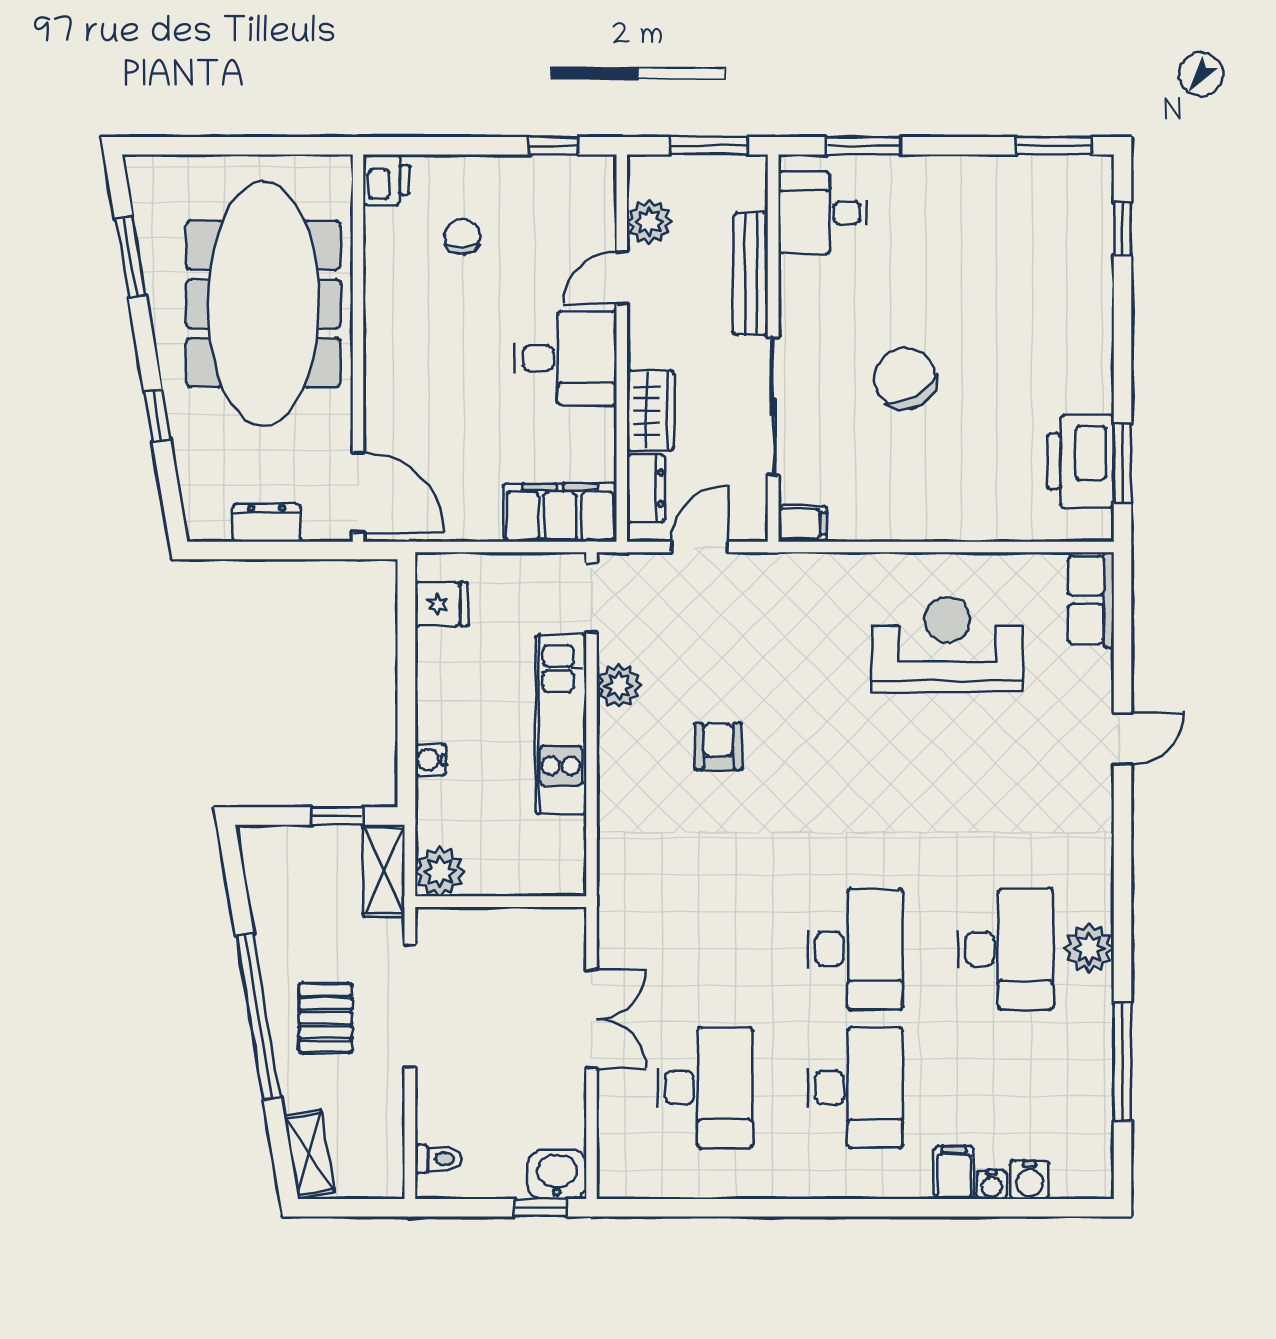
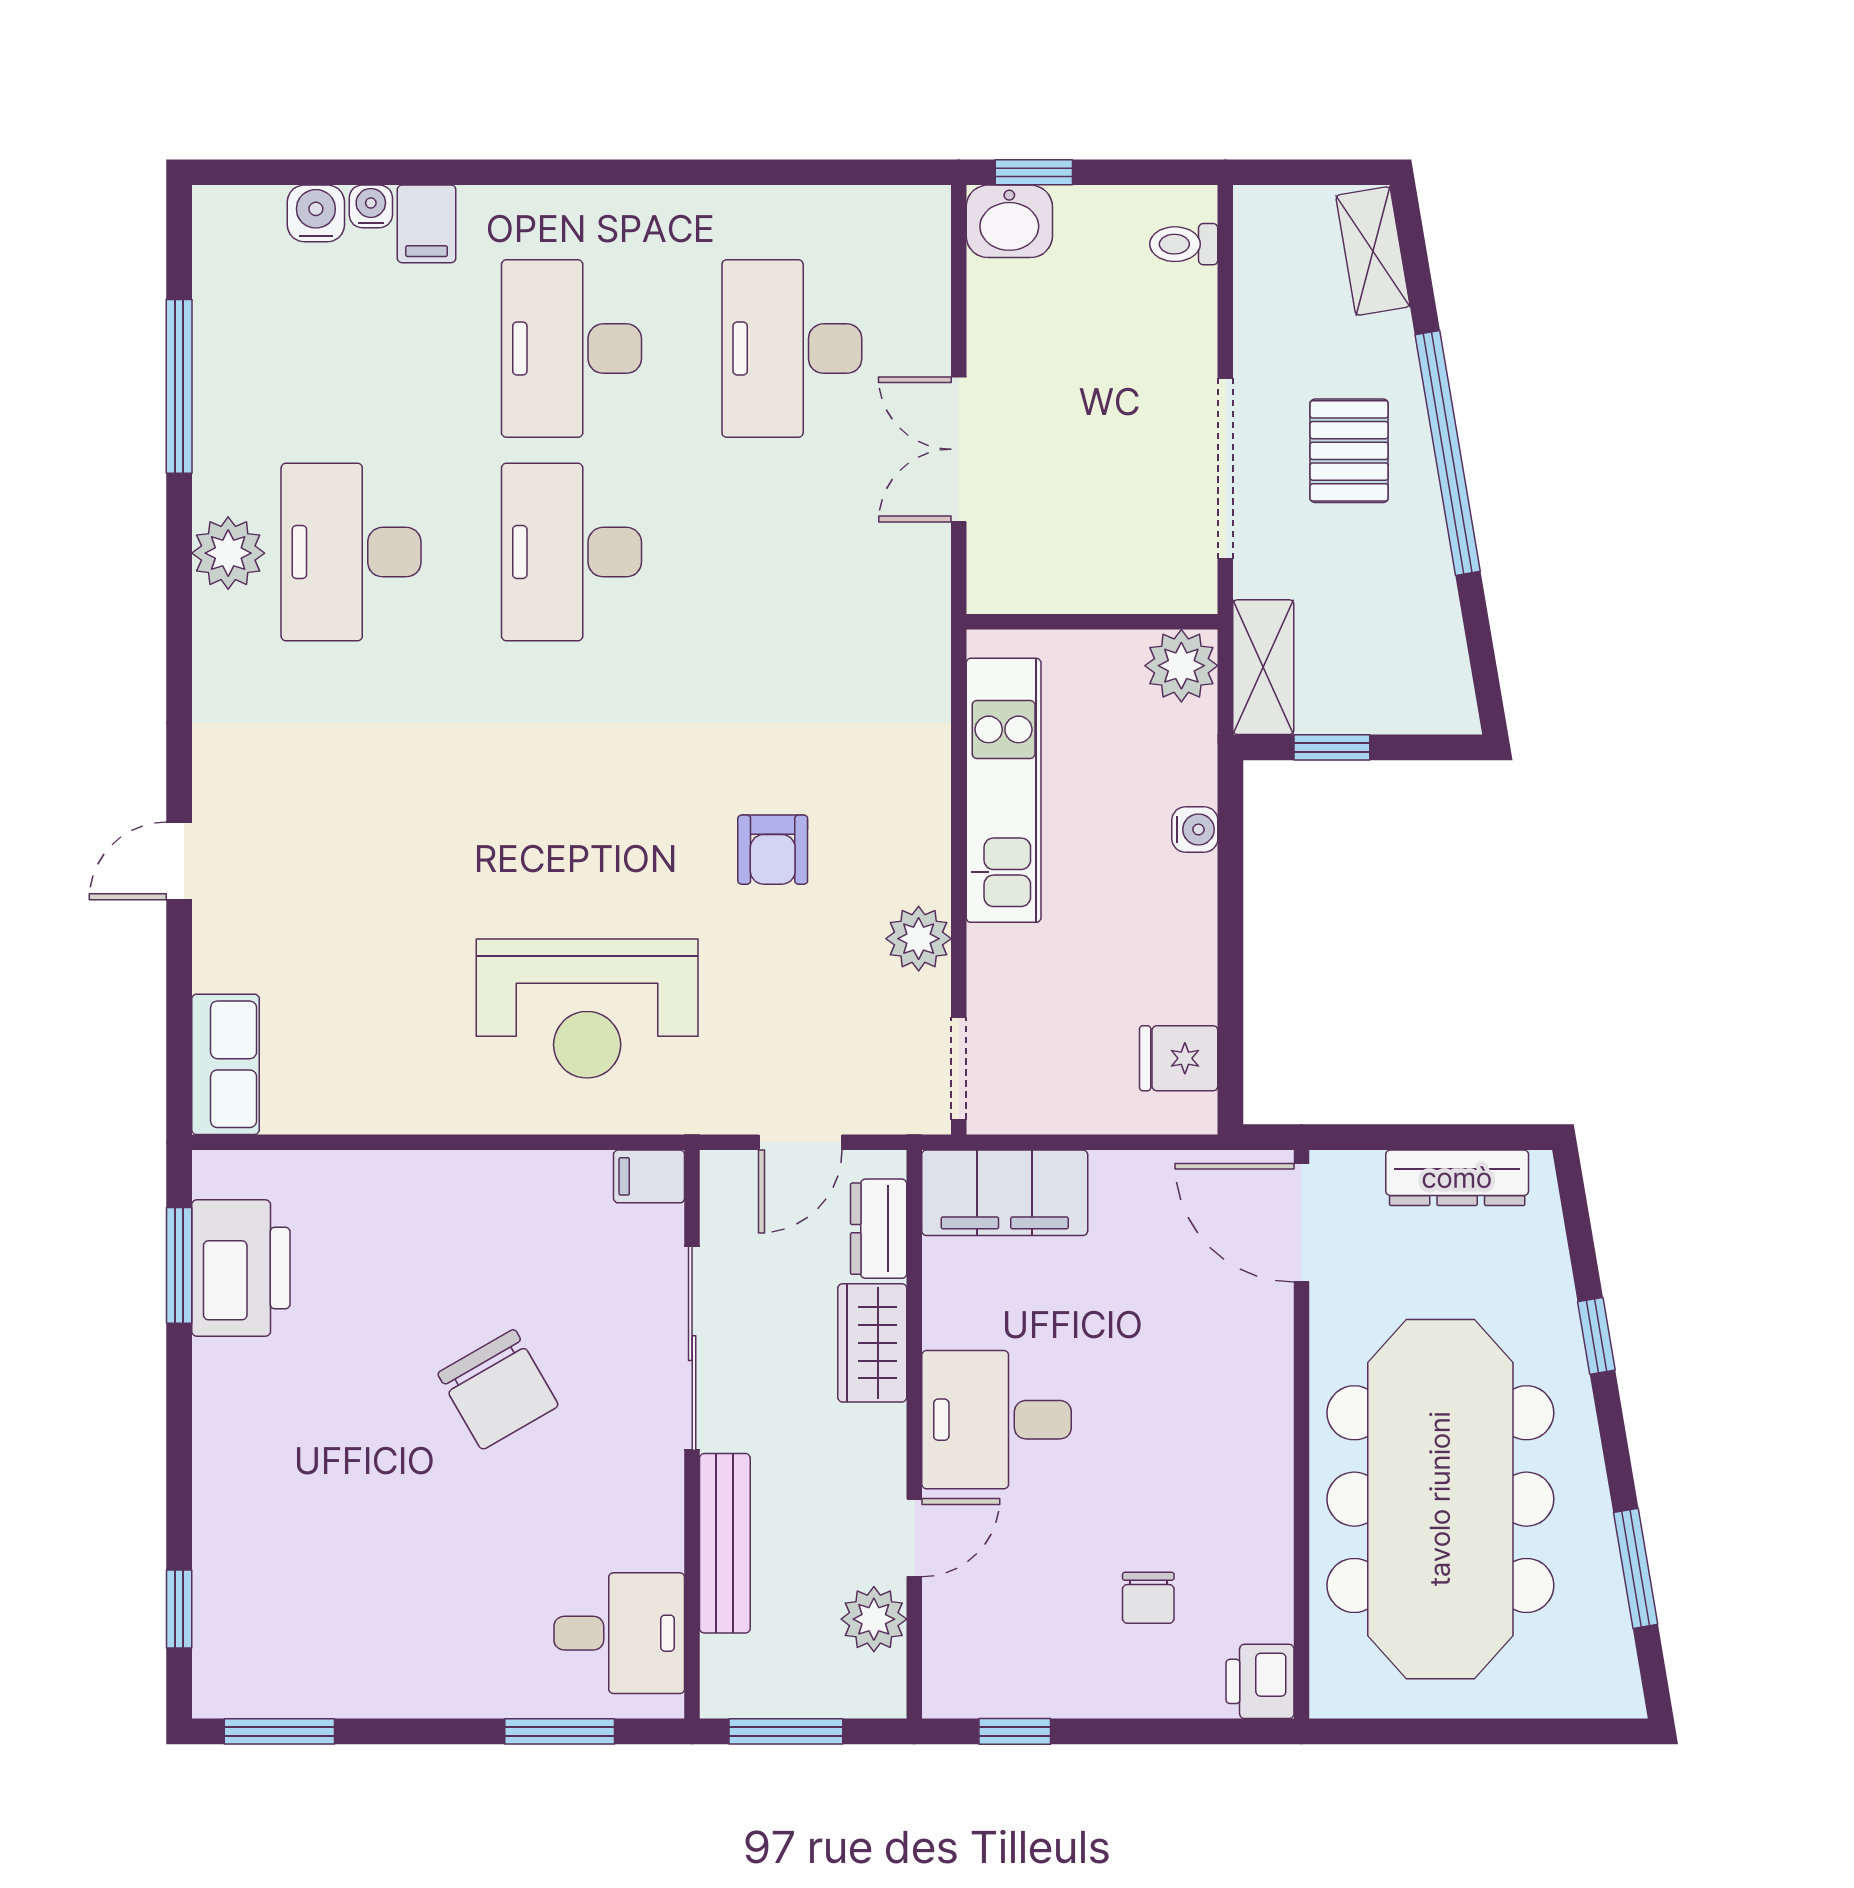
dresser: (267, 523) -> (1457, 1178), width x1.44
reception desk: (947, 644) -> (587, 1009), moved
kitchen unit: (561, 724) -> (1004, 790), moved

